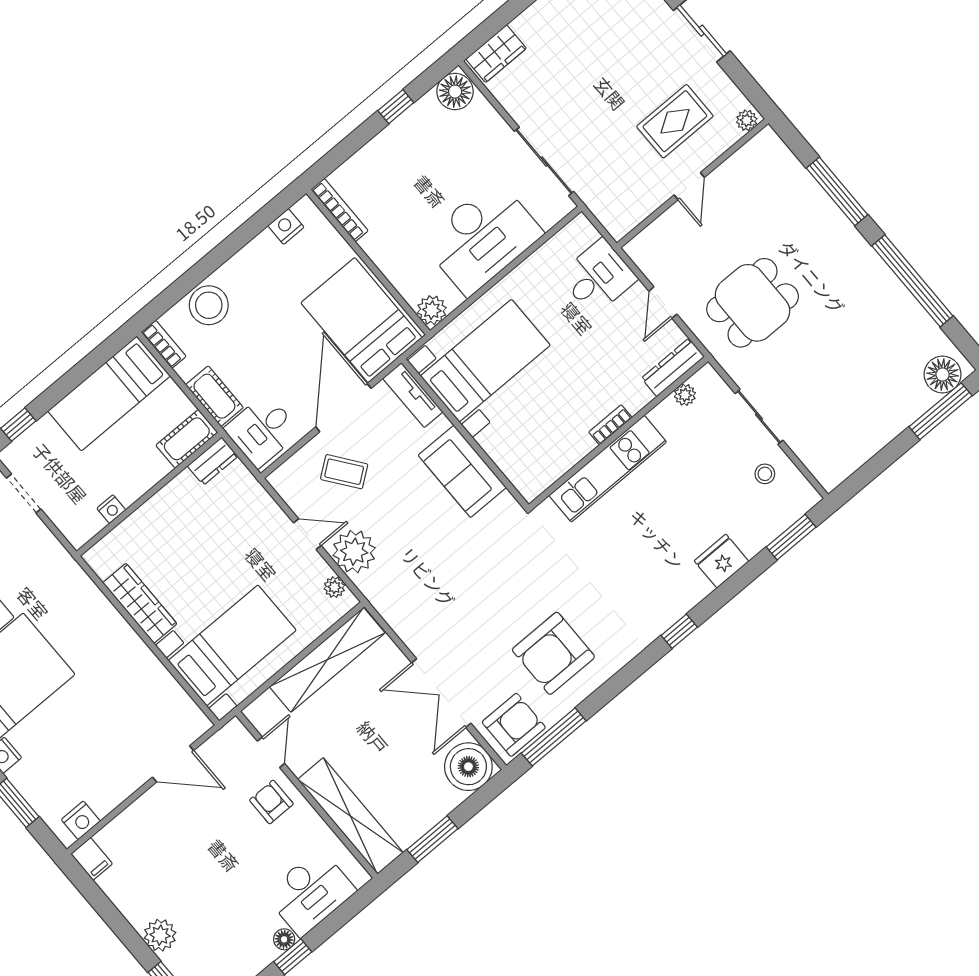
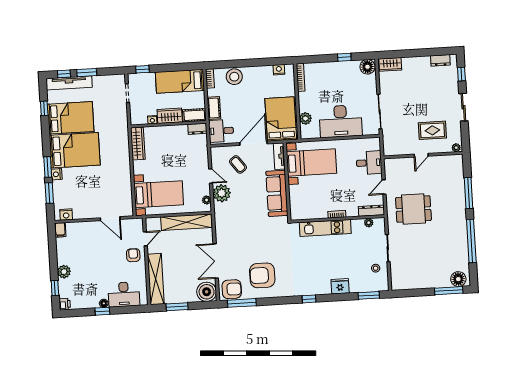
plant: (432, 310) -> (305, 119), moved
sofa: (462, 471) -> (277, 193), width x1.36
wardrobe: (139, 476) -> (170, 116), added
wardrobe: (140, 603) -> (138, 143), moved

